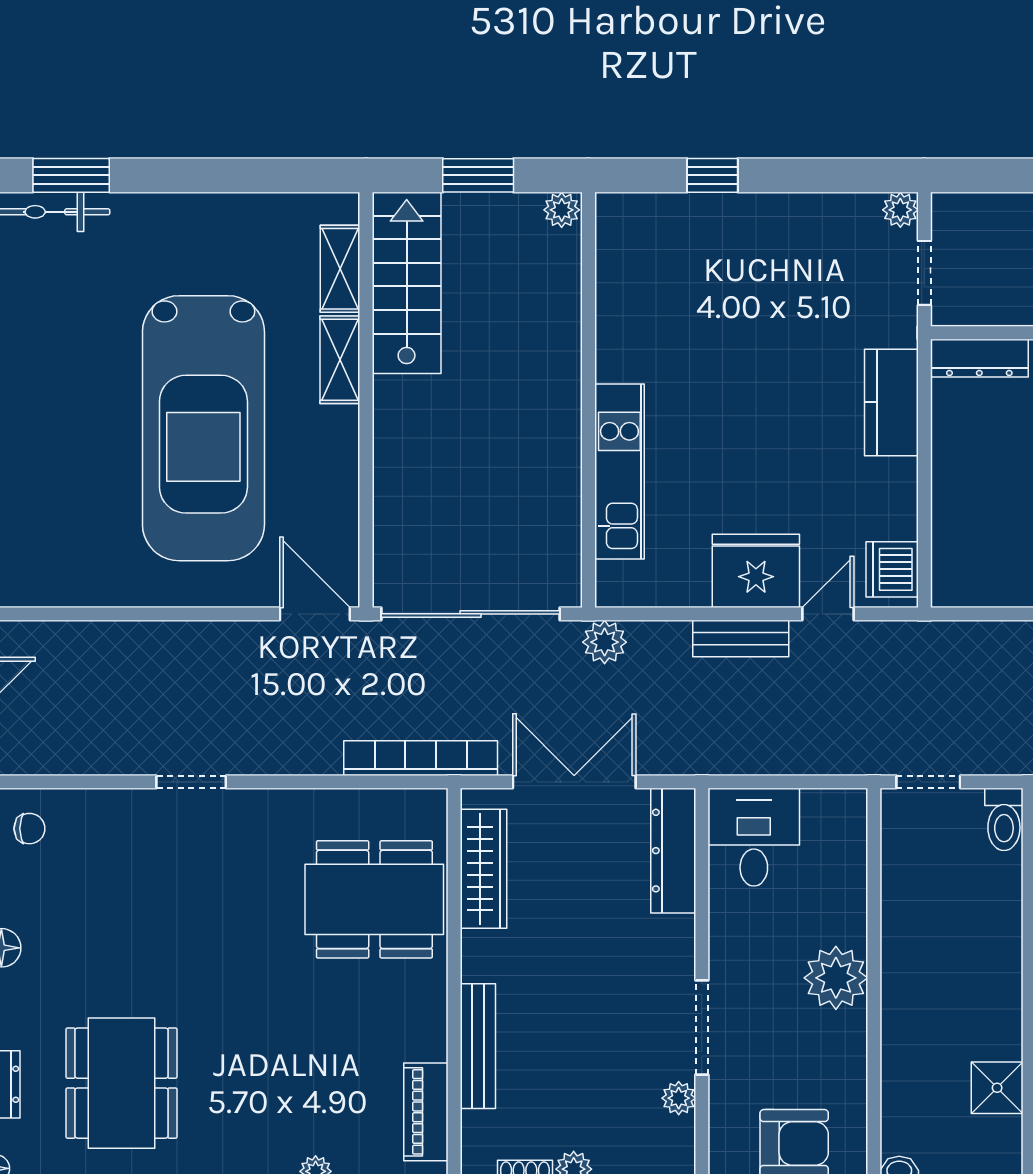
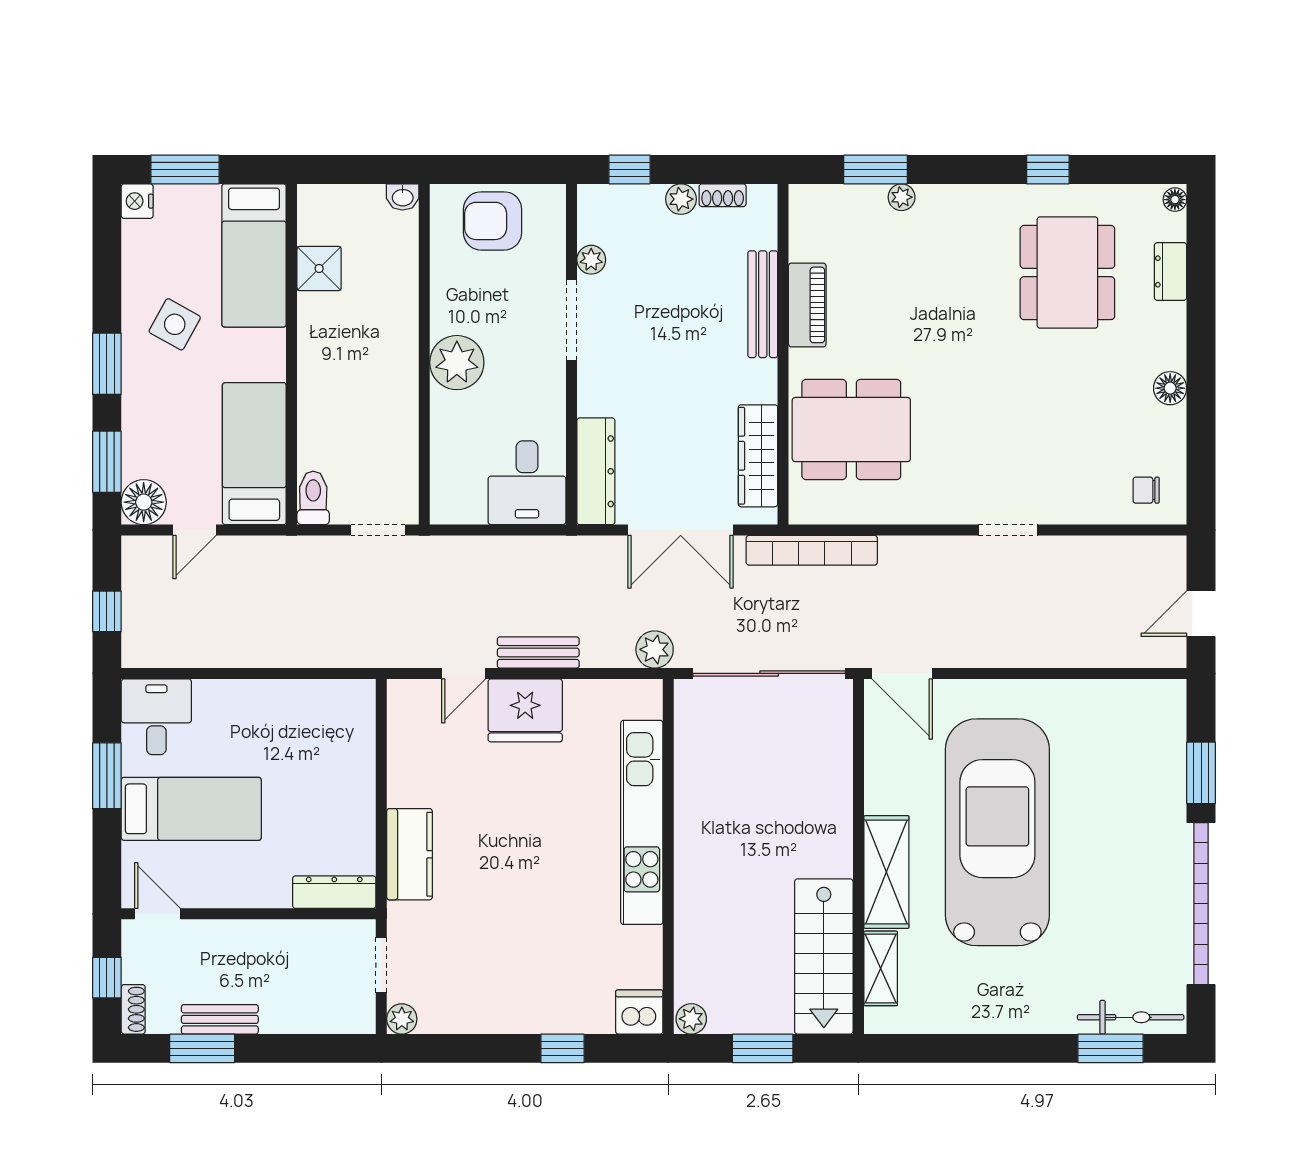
shelving: (340, 360) -> (886, 872), width x1.50, depth x1.33
kitchen unit: (619, 472) -> (642, 822), width x1.36
dishwasher: (892, 569) -> (639, 1012), moved, turned -90
piano: (426, 1112) -> (807, 305), moved

